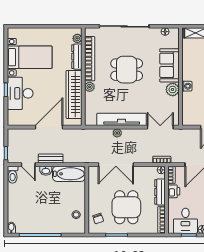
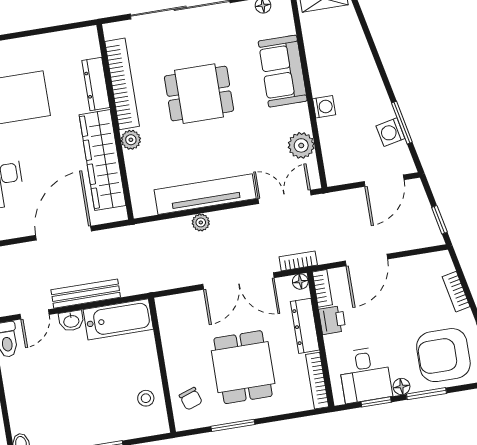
plant: (77, 38) -> (91, 48), removed
plant: (173, 90) -> (301, 145), moved
bench: (51, 159) -> (86, 294), width x1.36
door: (28, 165) -> (35, 314), hinge flipped
double door: (116, 165) -> (238, 281), moved

